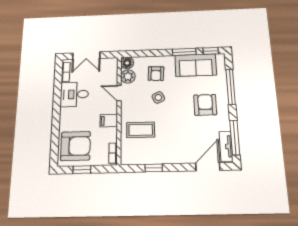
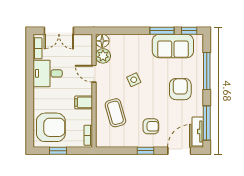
armchair: (156, 74) -> (151, 126), moved, turned -93
coffee table: (141, 130) -> (115, 113), turned 74
window: (154, 168) -> (146, 151), moved

